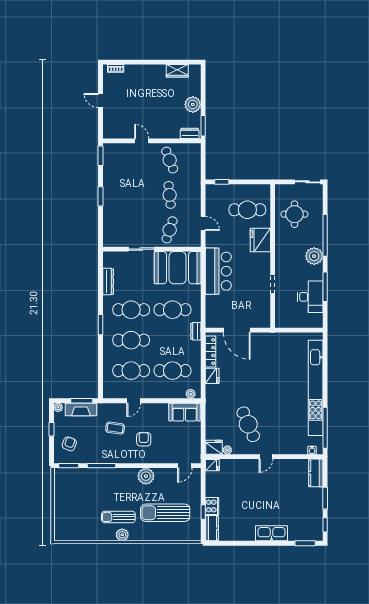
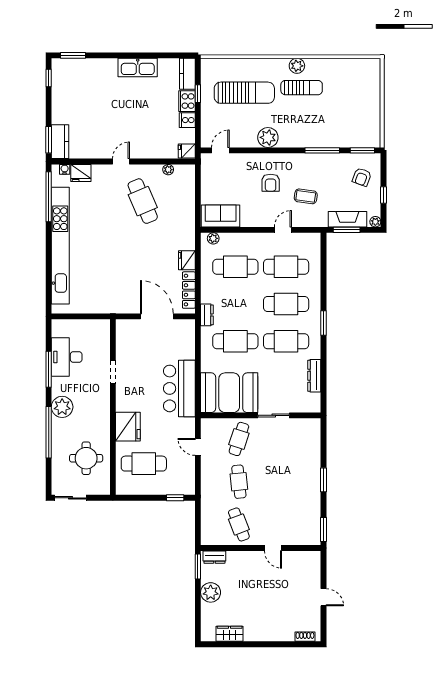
fridge: (214, 447) -> (81, 173), moved
cooker: (212, 490) -> (187, 120), added
window: (325, 498) -> (49, 140), moved
kitchen sink: (271, 533) -> (138, 68), moved

